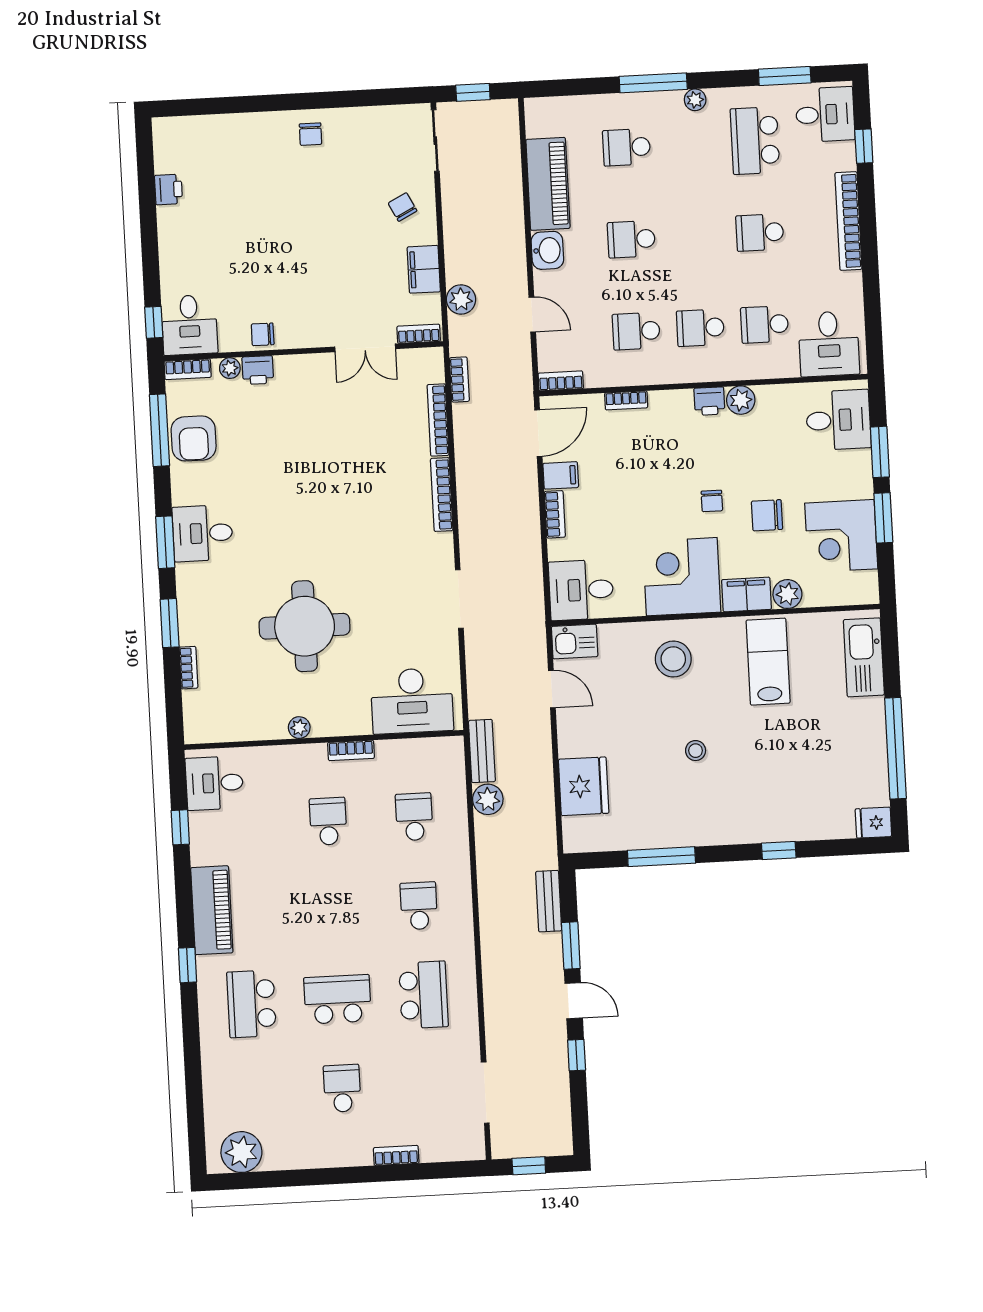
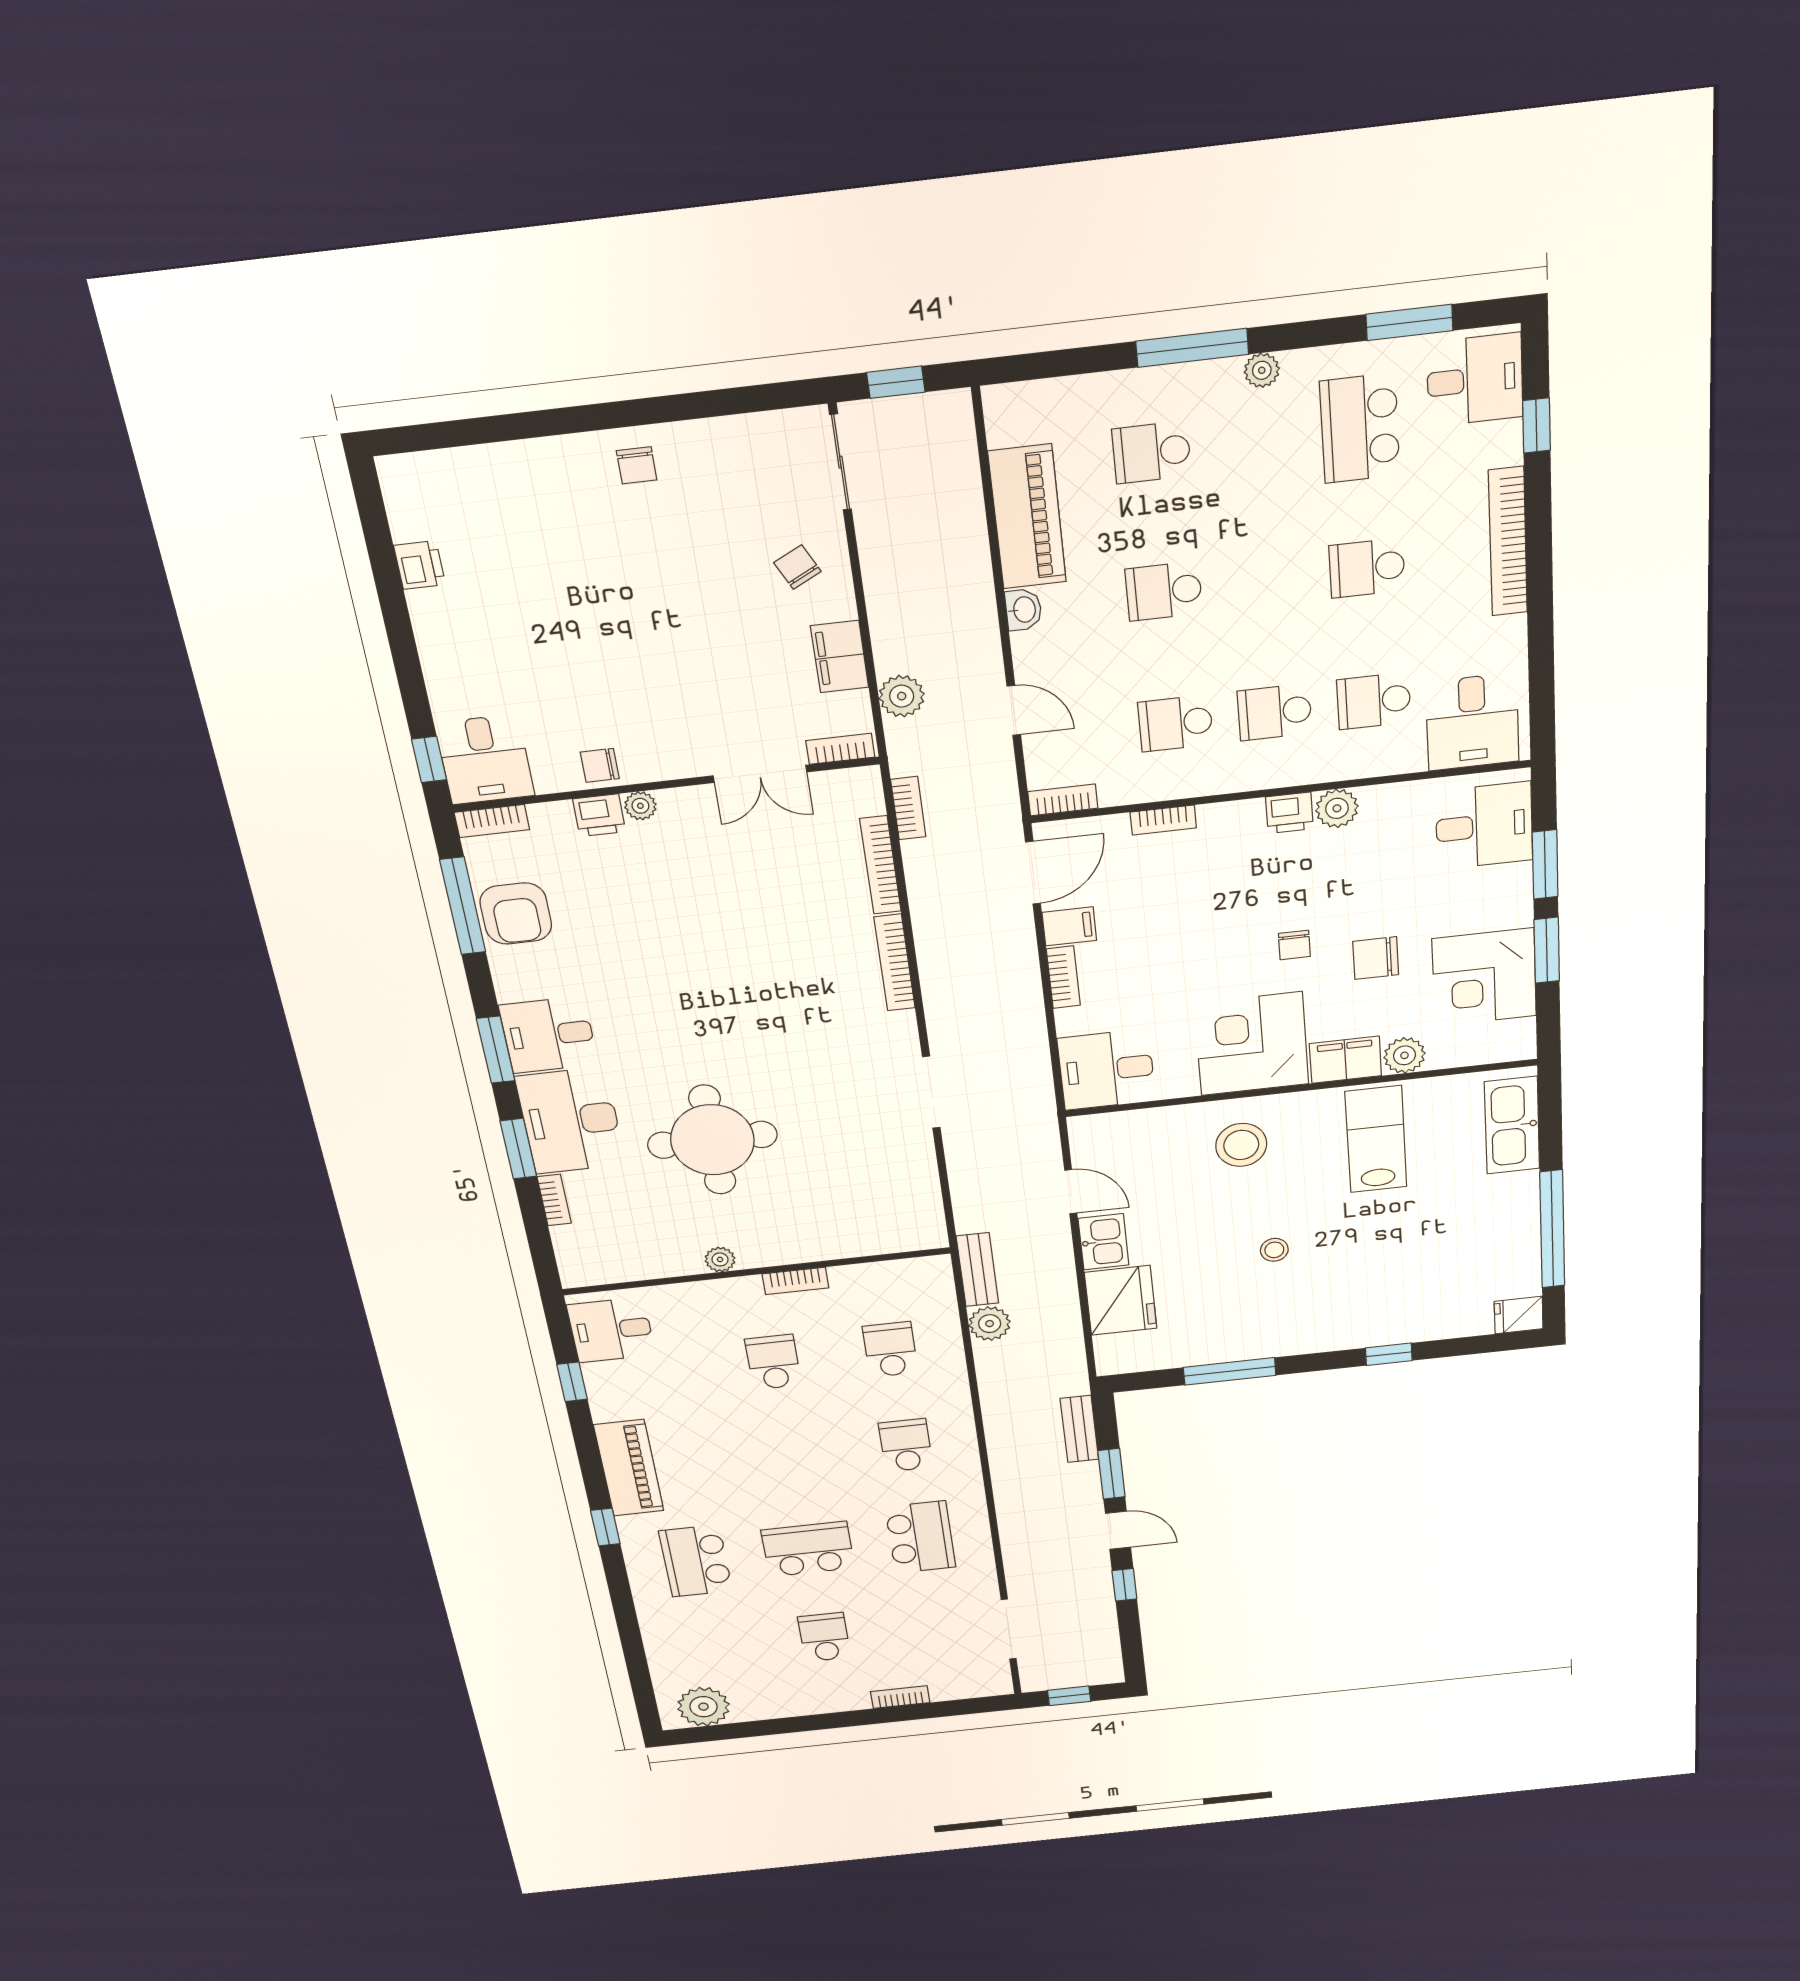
washbasin: (547, 250) -> (1024, 610), width x0.72, depth x0.69
plant: (230, 368) -> (640, 806), moved
kitchen sink: (575, 641) -> (1103, 1242), moved, turned -90
desk: (412, 701) -> (571, 1121), moved, turned 90

